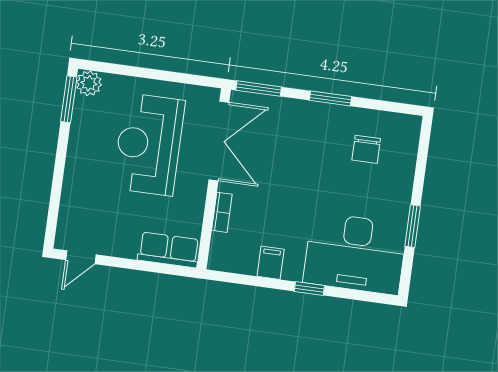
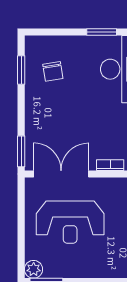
window: (330, 98) -> (21, 70), moved
chair: (366, 149) -> (53, 71), turned 81

